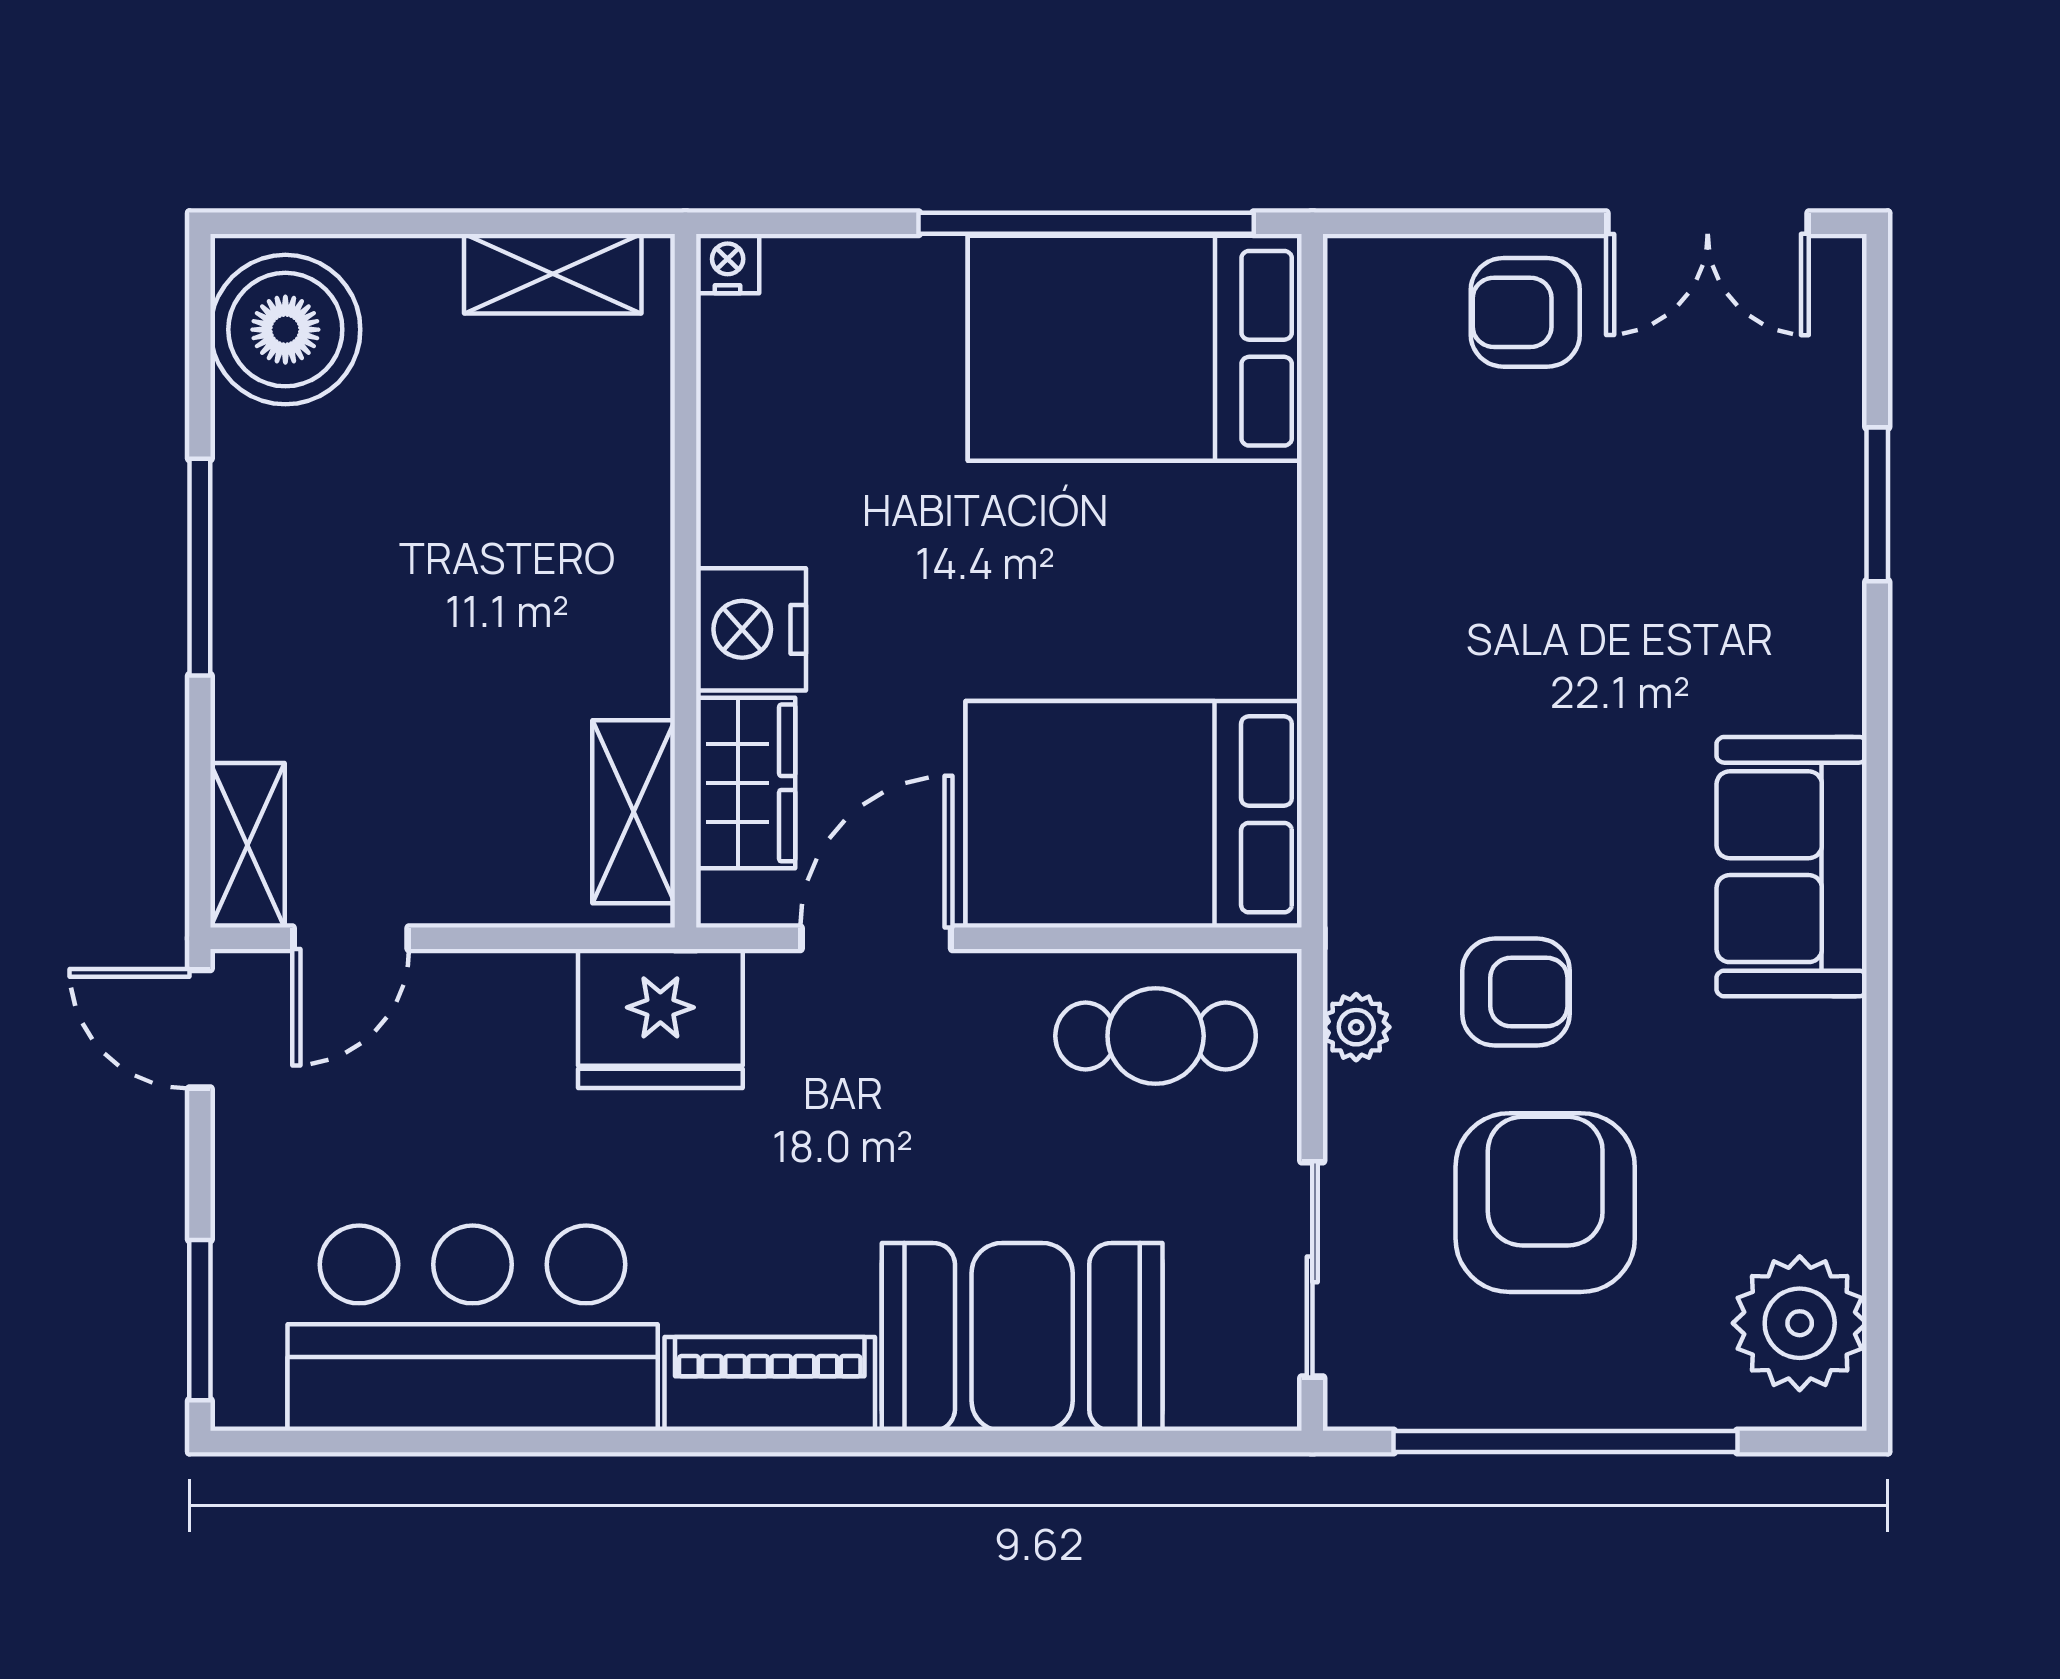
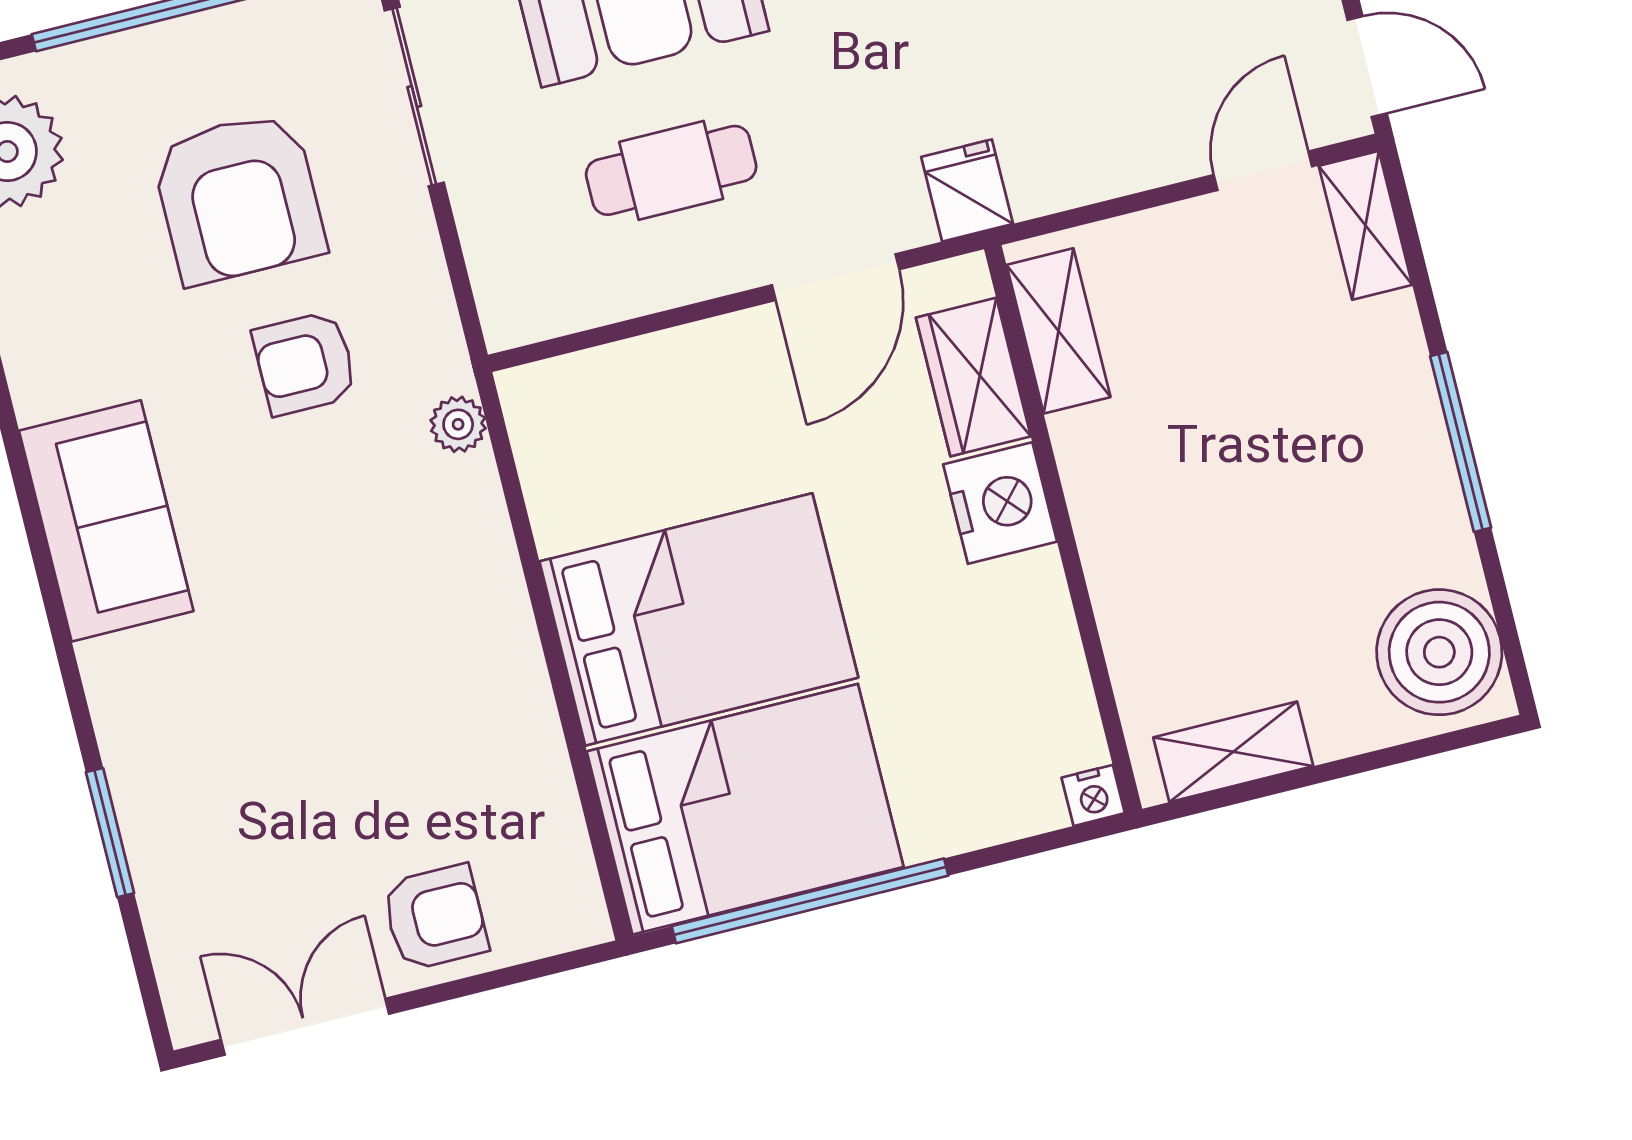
bed: (1134, 814) -> (699, 619), moved
fridge: (660, 1019) -> (967, 190), width x0.53, depth x0.75
plant: (1356, 1027) -> (458, 424), moved
cafe table: (1156, 1036) -> (671, 170), moved

